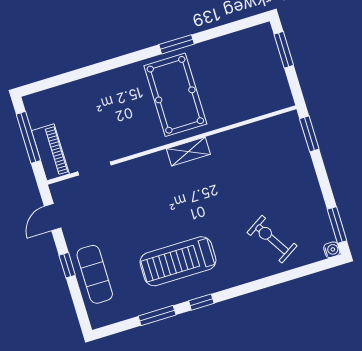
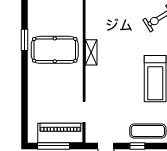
piano: (50, 152) -> (60, 133), width x1.37, depth x1.33

